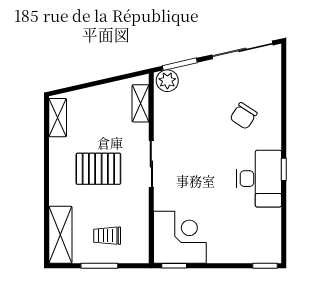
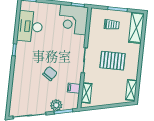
plant: (167, 81) -> (56, 105), moved
filing cabinet: (165, 110) -> (74, 88), added
chair: (244, 116) -> (50, 74), moved
desk: (259, 179) -> (30, 26), moved

